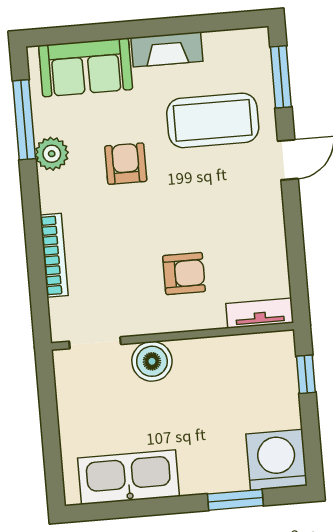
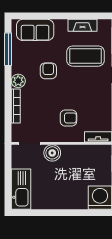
fireplace: (167, 49) -> (82, 25), moved
plant: (52, 154) -> (18, 81), moved
kitchen sink: (129, 477) -> (21, 189), moved, turned 90
window: (235, 500) -> (82, 213), removed

